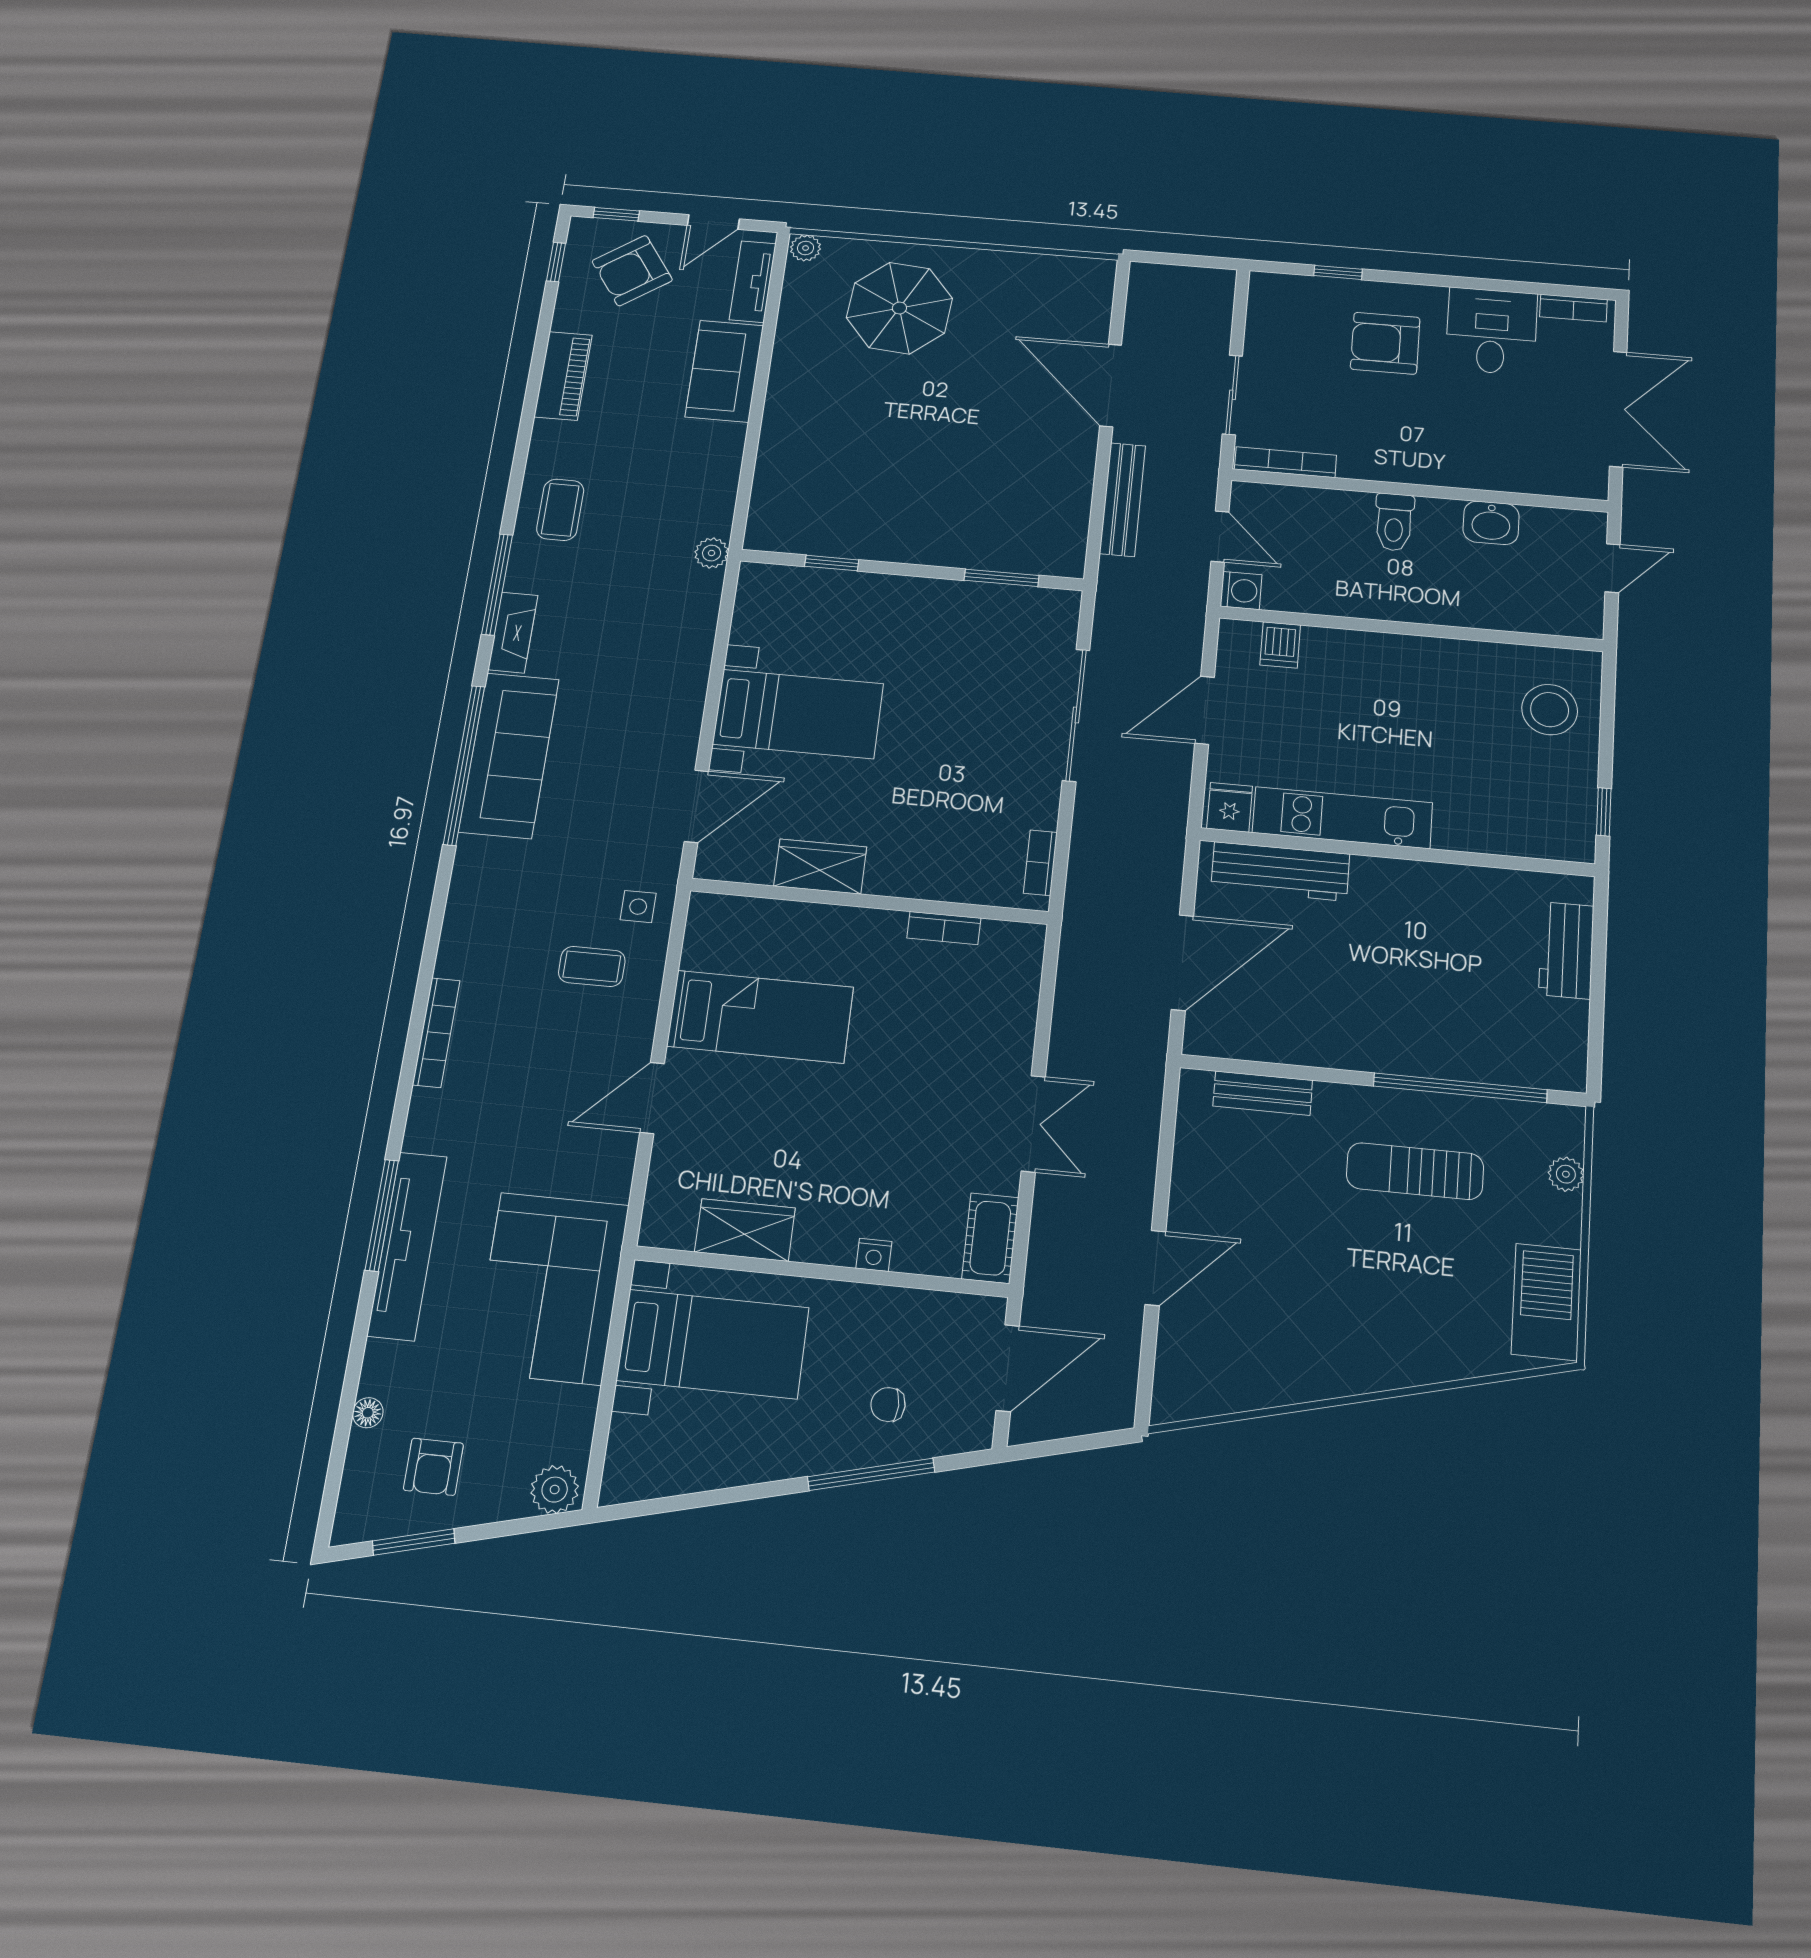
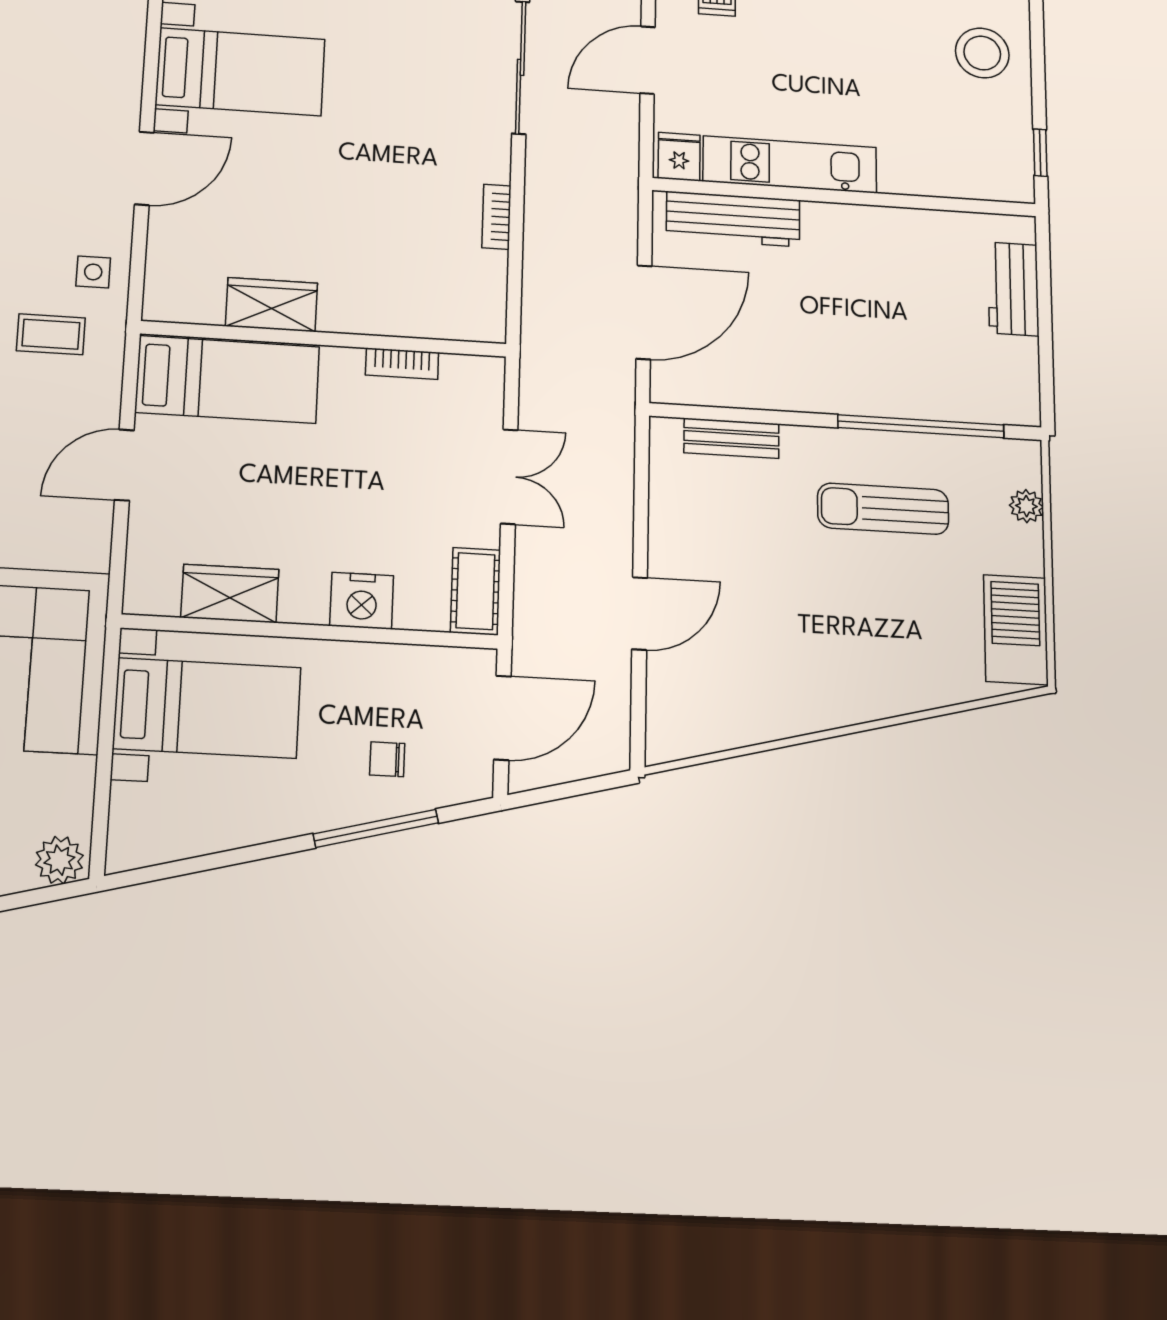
wardrobe: (820, 866) -> (272, 305), moved
wall: (869, 901) -> (324, 339), moved
bookcase: (944, 928) -> (402, 364), moved
nightstand: (874, 1255) -> (362, 601), width x1.89, depth x1.79

